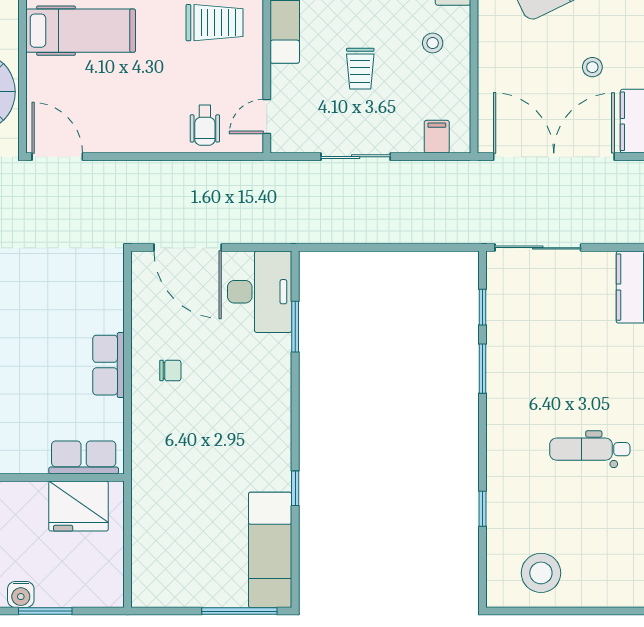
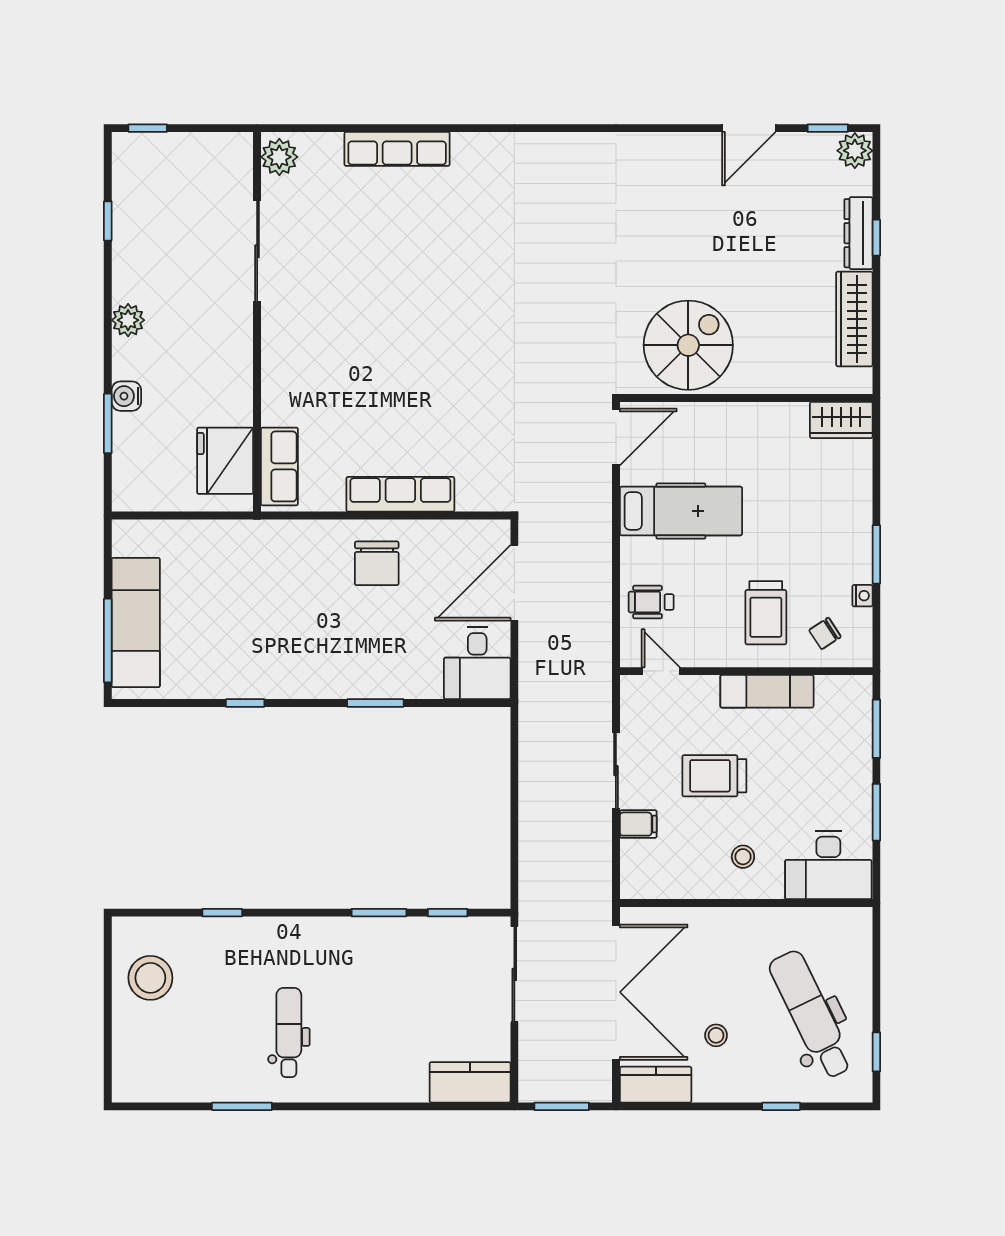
hospital bed: (81, 31) -> (681, 511), moved, turned -90
trolley: (360, 69) -> (714, 776), width x1.36, depth x1.39
filing cabinet: (437, 137) -> (638, 824), moved
desk: (260, 292) -> (477, 663), width x0.73
window: (295, 327) -> (375, 703), moved
row of seats: (109, 365) -> (400, 494), width x1.48
chair: (170, 370) -> (377, 563), width x1.87, depth x1.87
exam couch: (270, 550) -> (136, 623), moved, turned 90

